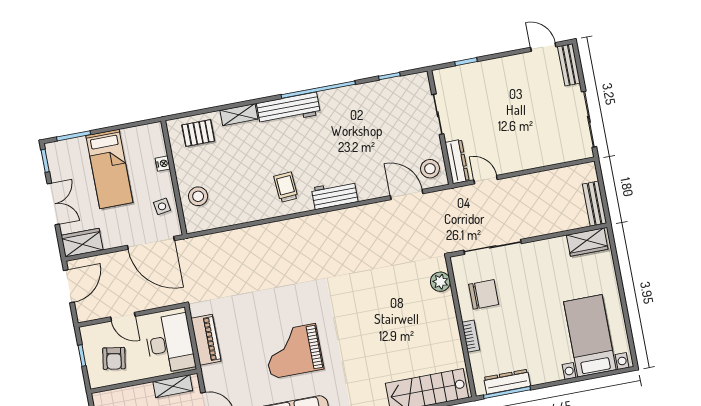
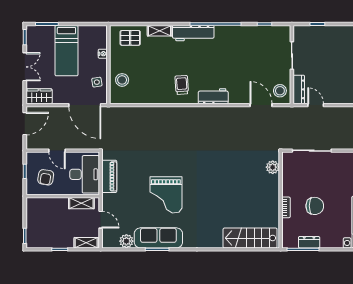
chair: (484, 294) -> (315, 206), moved
grand piano: (293, 351) -> (166, 195), turned -90
dresser: (507, 382) -> (309, 242), width x0.70

